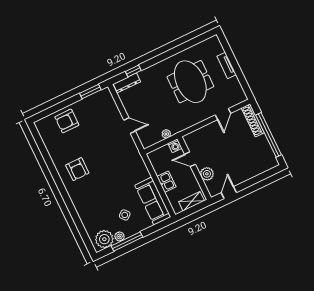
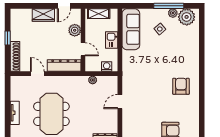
door: (223, 114) -> (37, 74), hinge flipped
door: (130, 126) -> (120, 102), hinge flipped
dresser: (201, 135) -> (64, 66), added
window: (269, 135) -> (8, 38), width x0.32
washing machine: (175, 146) -> (107, 67), moved
wardrobe: (244, 174) -> (43, 15), added

